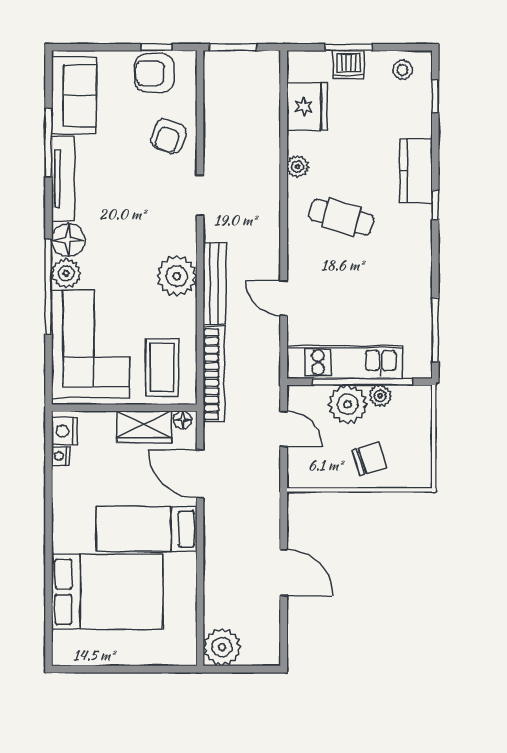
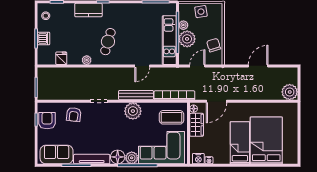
armchair: (154, 73) -> (47, 121), turned 180
fridge: (307, 107) -> (61, 58), width x0.53, depth x0.75
armchair: (168, 136) -> (74, 115), turned 77
side table: (412, 437) -> (201, 12), added
chair: (369, 459) -> (214, 45), moved
bed: (147, 529) -> (240, 143), moved, turned 180

